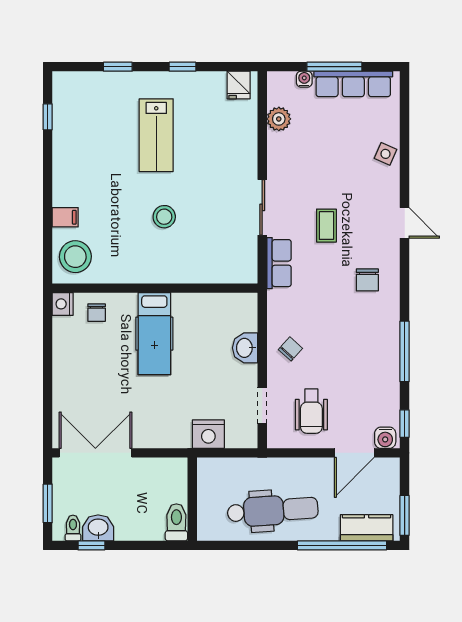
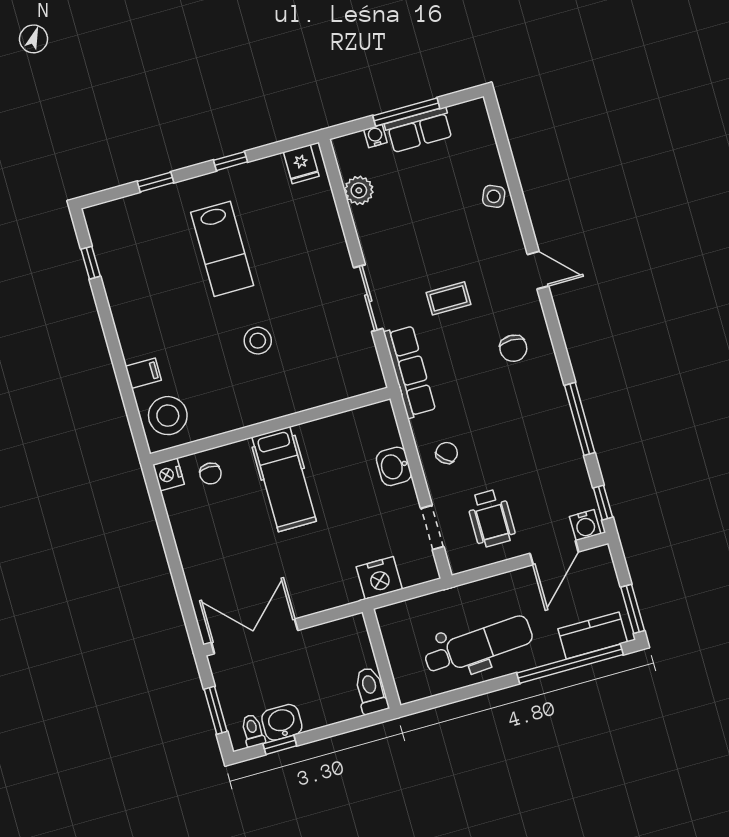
row of seats: (353, 84) -> (419, 130), width x0.68
coffee table: (326, 226) -> (449, 298), turned 90
row of seats: (279, 263) -> (410, 371), width x1.48

